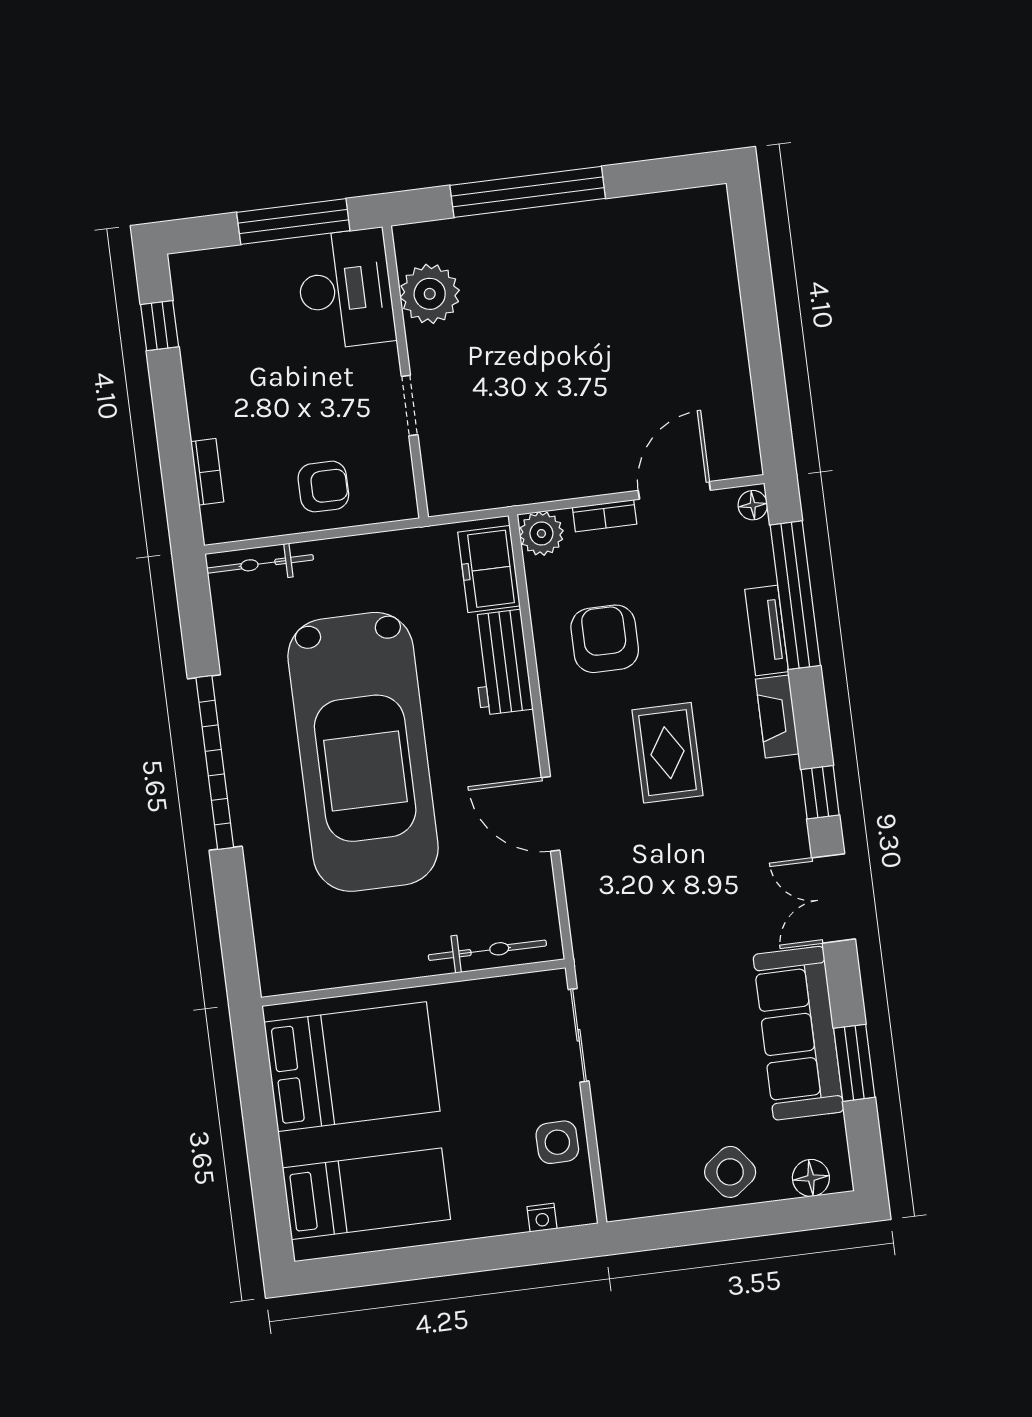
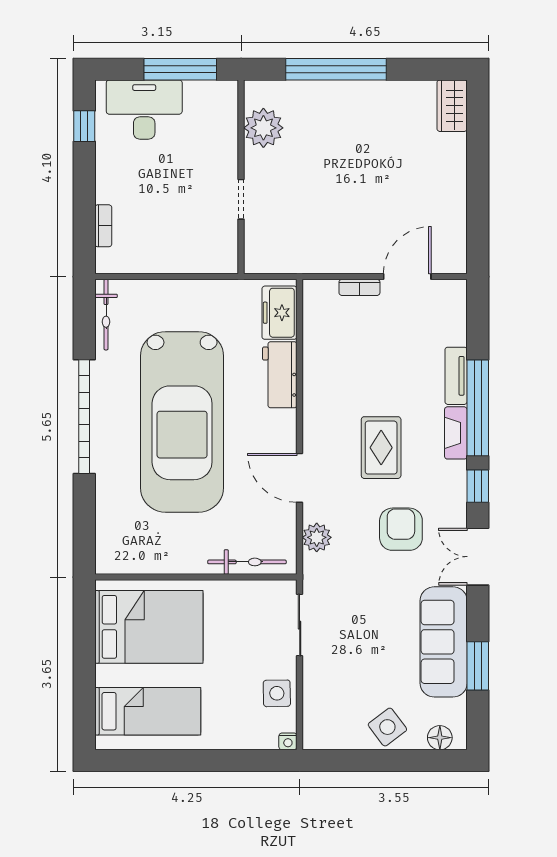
wardrobe: (709, 225) -> (452, 106), added
desk: (345, 289) -> (144, 110), moved, turned -90
armchair: (323, 487) -> (178, 245), removed
floor lamp: (753, 505) -> (457, 293), removed
plant: (541, 533) -> (317, 537), moved
bicycle: (260, 564) -> (106, 315), moved, turned -90
window: (795, 595) -> (478, 408), moved
armchair: (605, 639) -> (401, 529), moved
nightstand: (542, 1218) -> (288, 741), moved

